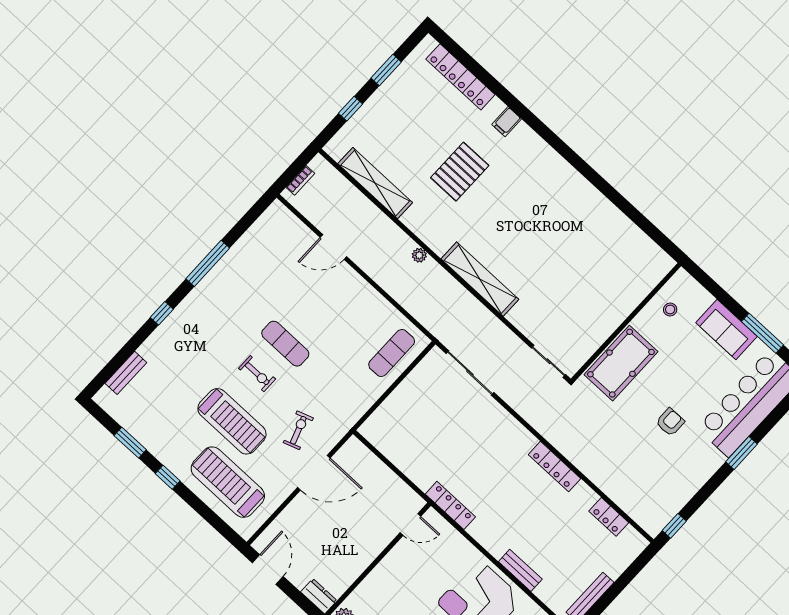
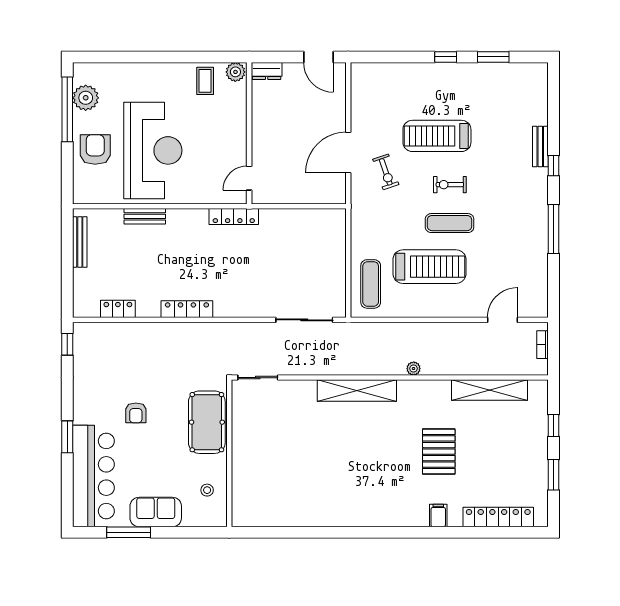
door: (333, 247) -> (503, 320), moved
bench: (126, 373) -> (540, 147), moved
treadmill: (228, 482) -> (429, 267), moved

